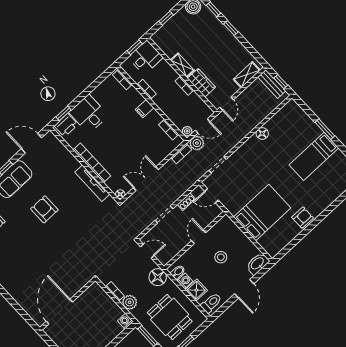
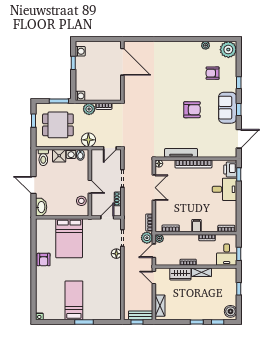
floor lamp: (262, 134) -> (116, 254), moved
stool: (221, 257) -> (81, 201), moved

